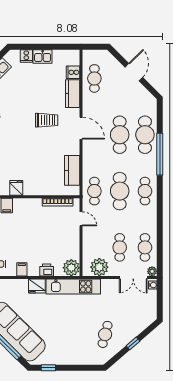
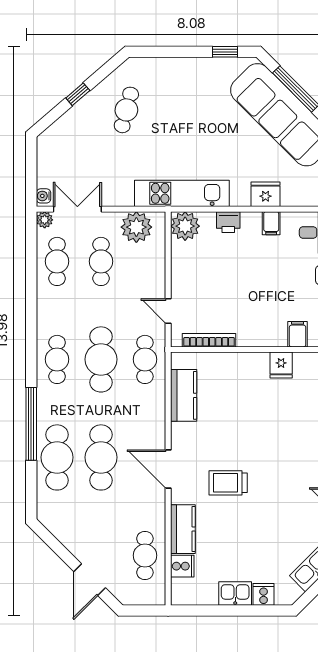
door: (134, 72) -> (90, 580), moved
fridge: (37, 286) -> (266, 194), moved

